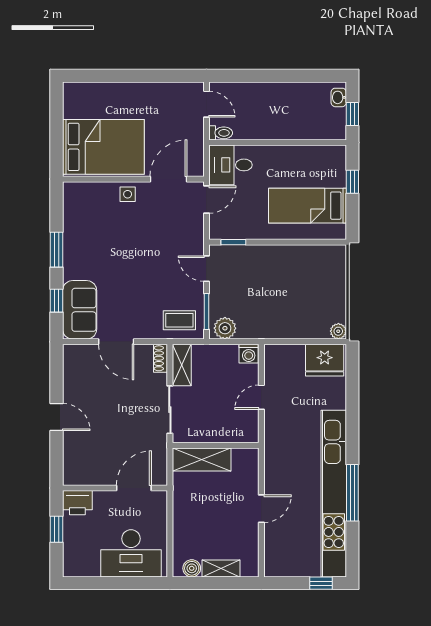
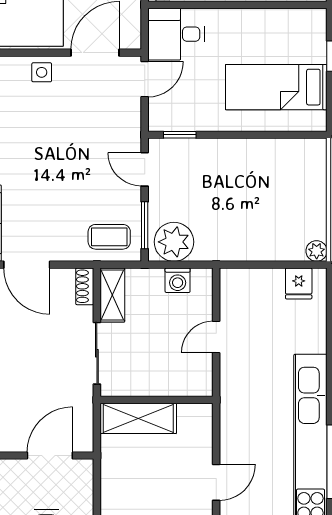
plant: (225, 328) -> (174, 242), width x1.36, depth x1.36
washing machine: (249, 354) -> (178, 280), moved
fridge: (325, 360) -> (299, 283), width x0.53, depth x0.75

